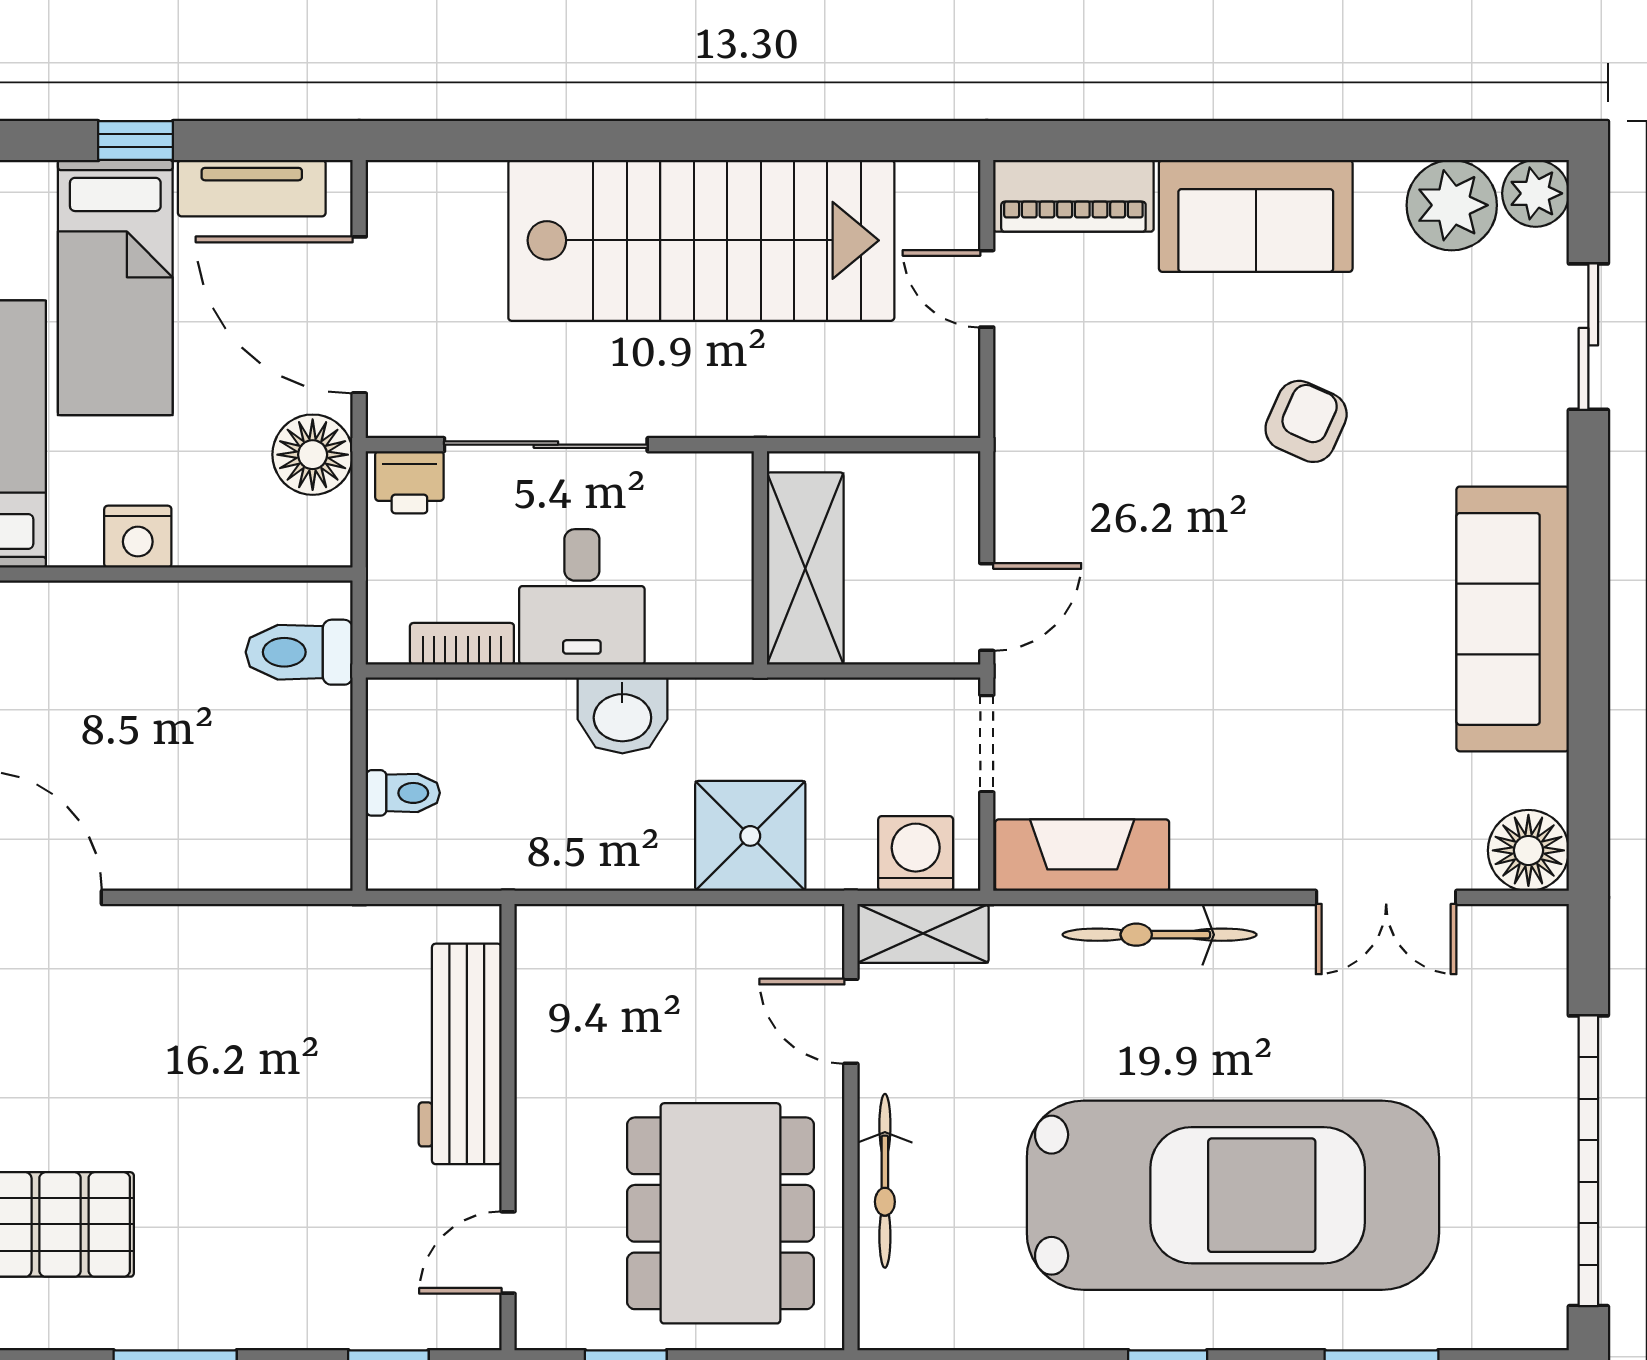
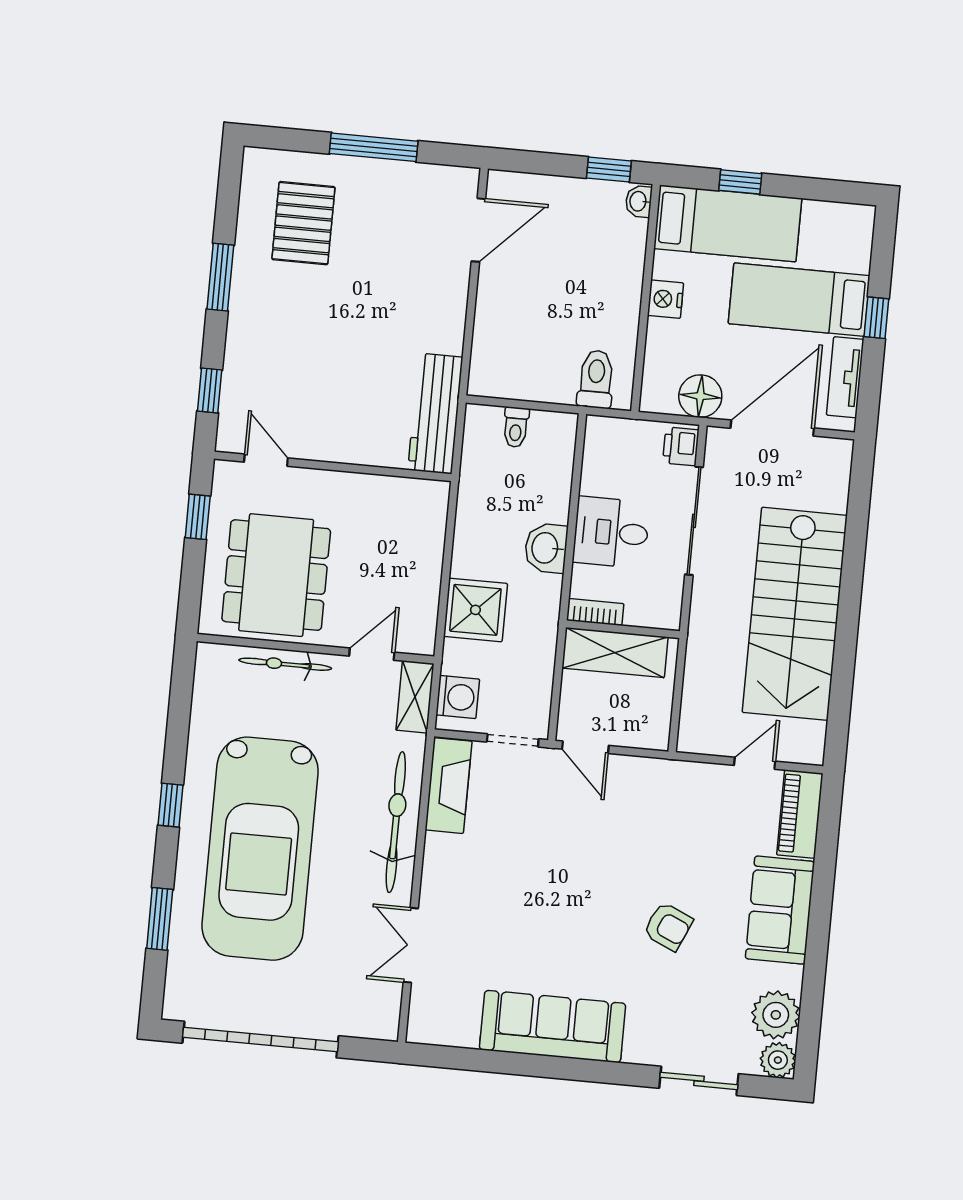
bookcase: (462, 644) -> (595, 612), moved, turned -90
floor lamp: (1528, 850) -> (429, 1023), removed
bicycle: (1160, 935) -> (396, 822), width x1.37, depth x1.40
workbench: (460, 1054) -> (435, 413), moved, turned -90
dining table: (720, 1213) -> (276, 575), turned 90

